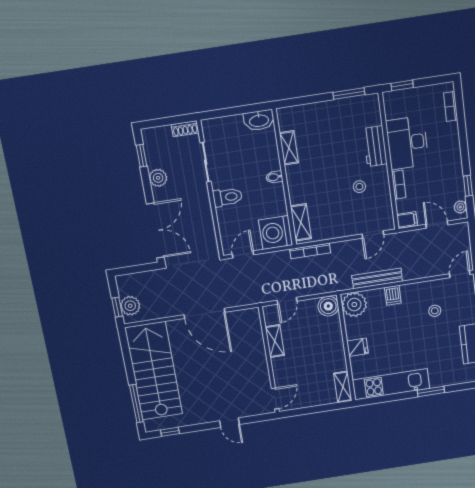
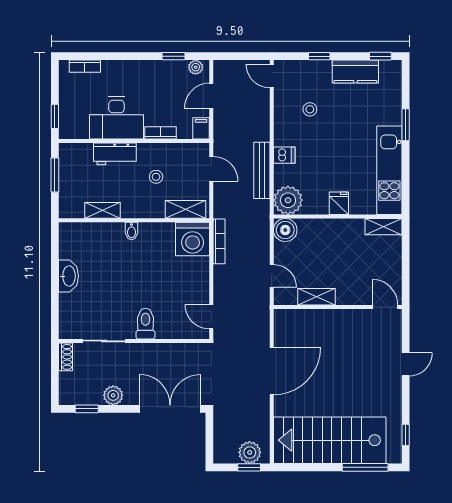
shelving: (289, 148) -> (102, 210), moved
bidet: (274, 177) -> (132, 231), moved
wall: (284, 178) -> (134, 220), moved
shelving: (301, 222) -> (186, 209), moved
washing machine: (276, 233) -> (193, 239), moved

